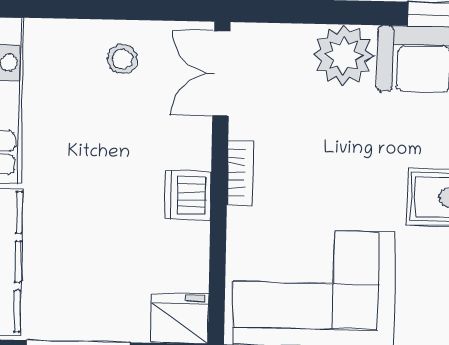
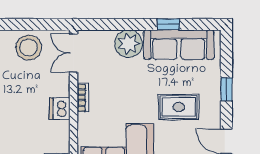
stool: (122, 59) -> (29, 48), width x1.89, depth x1.89

